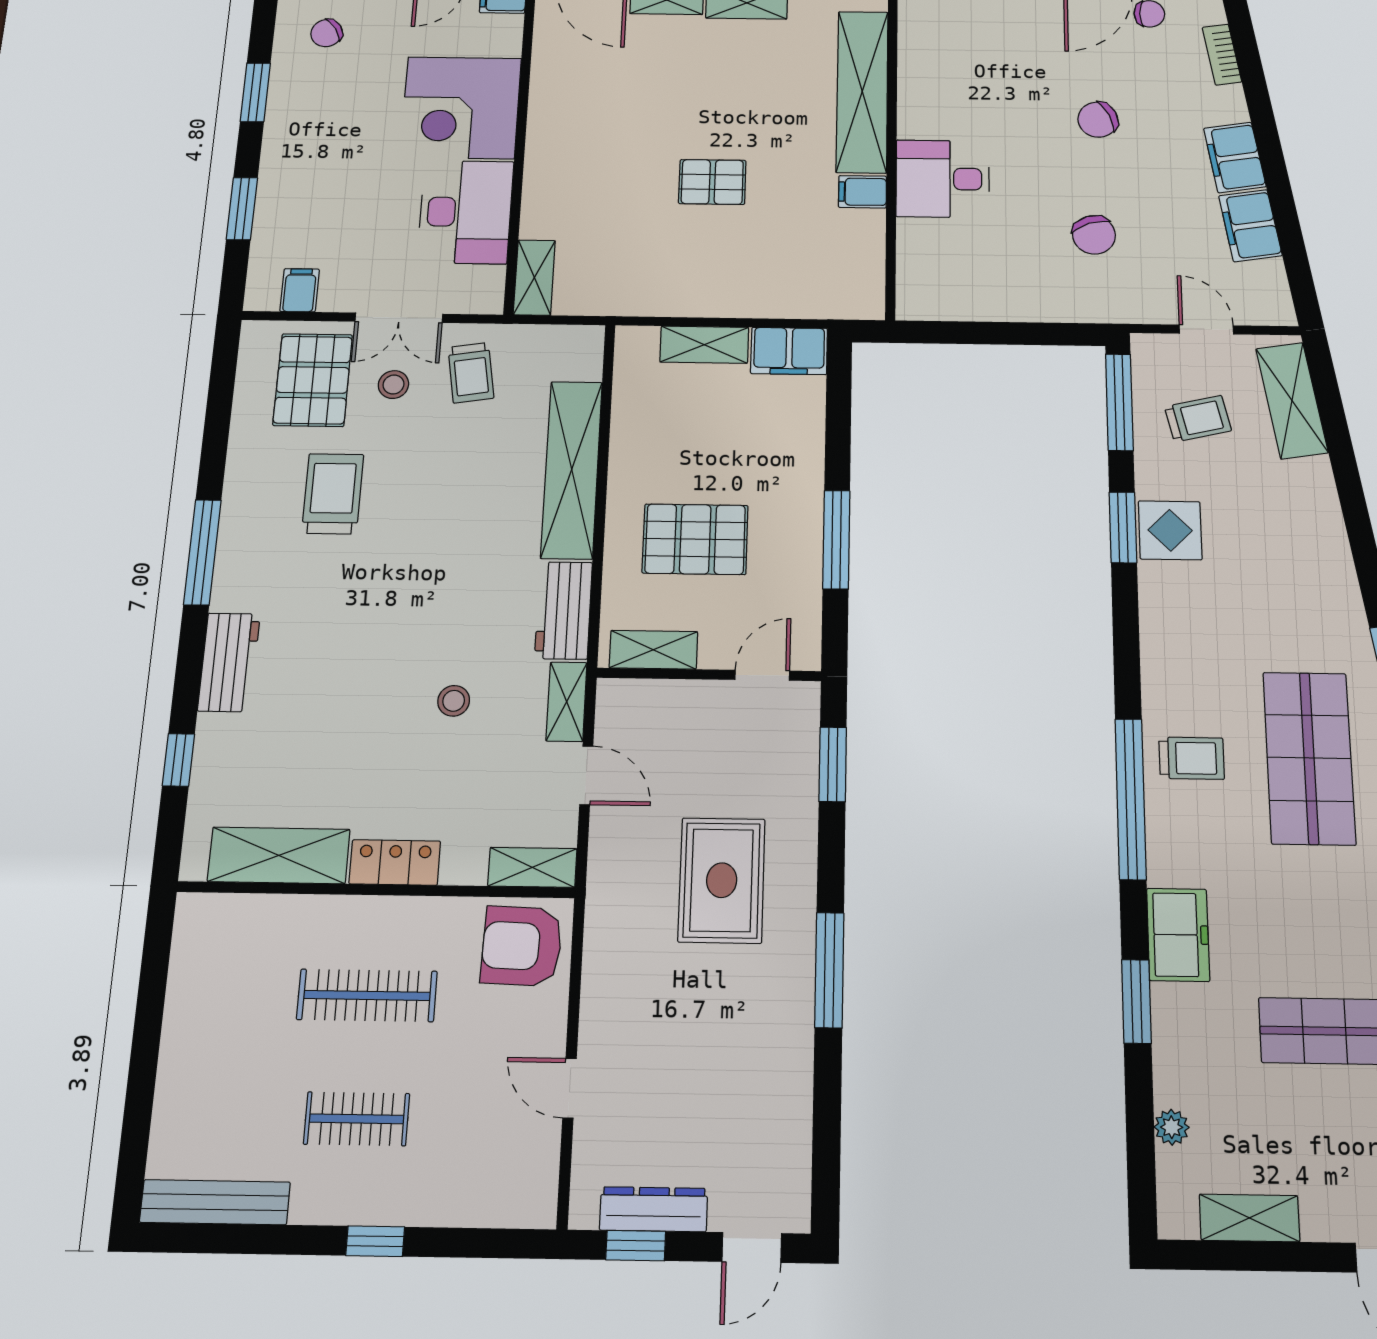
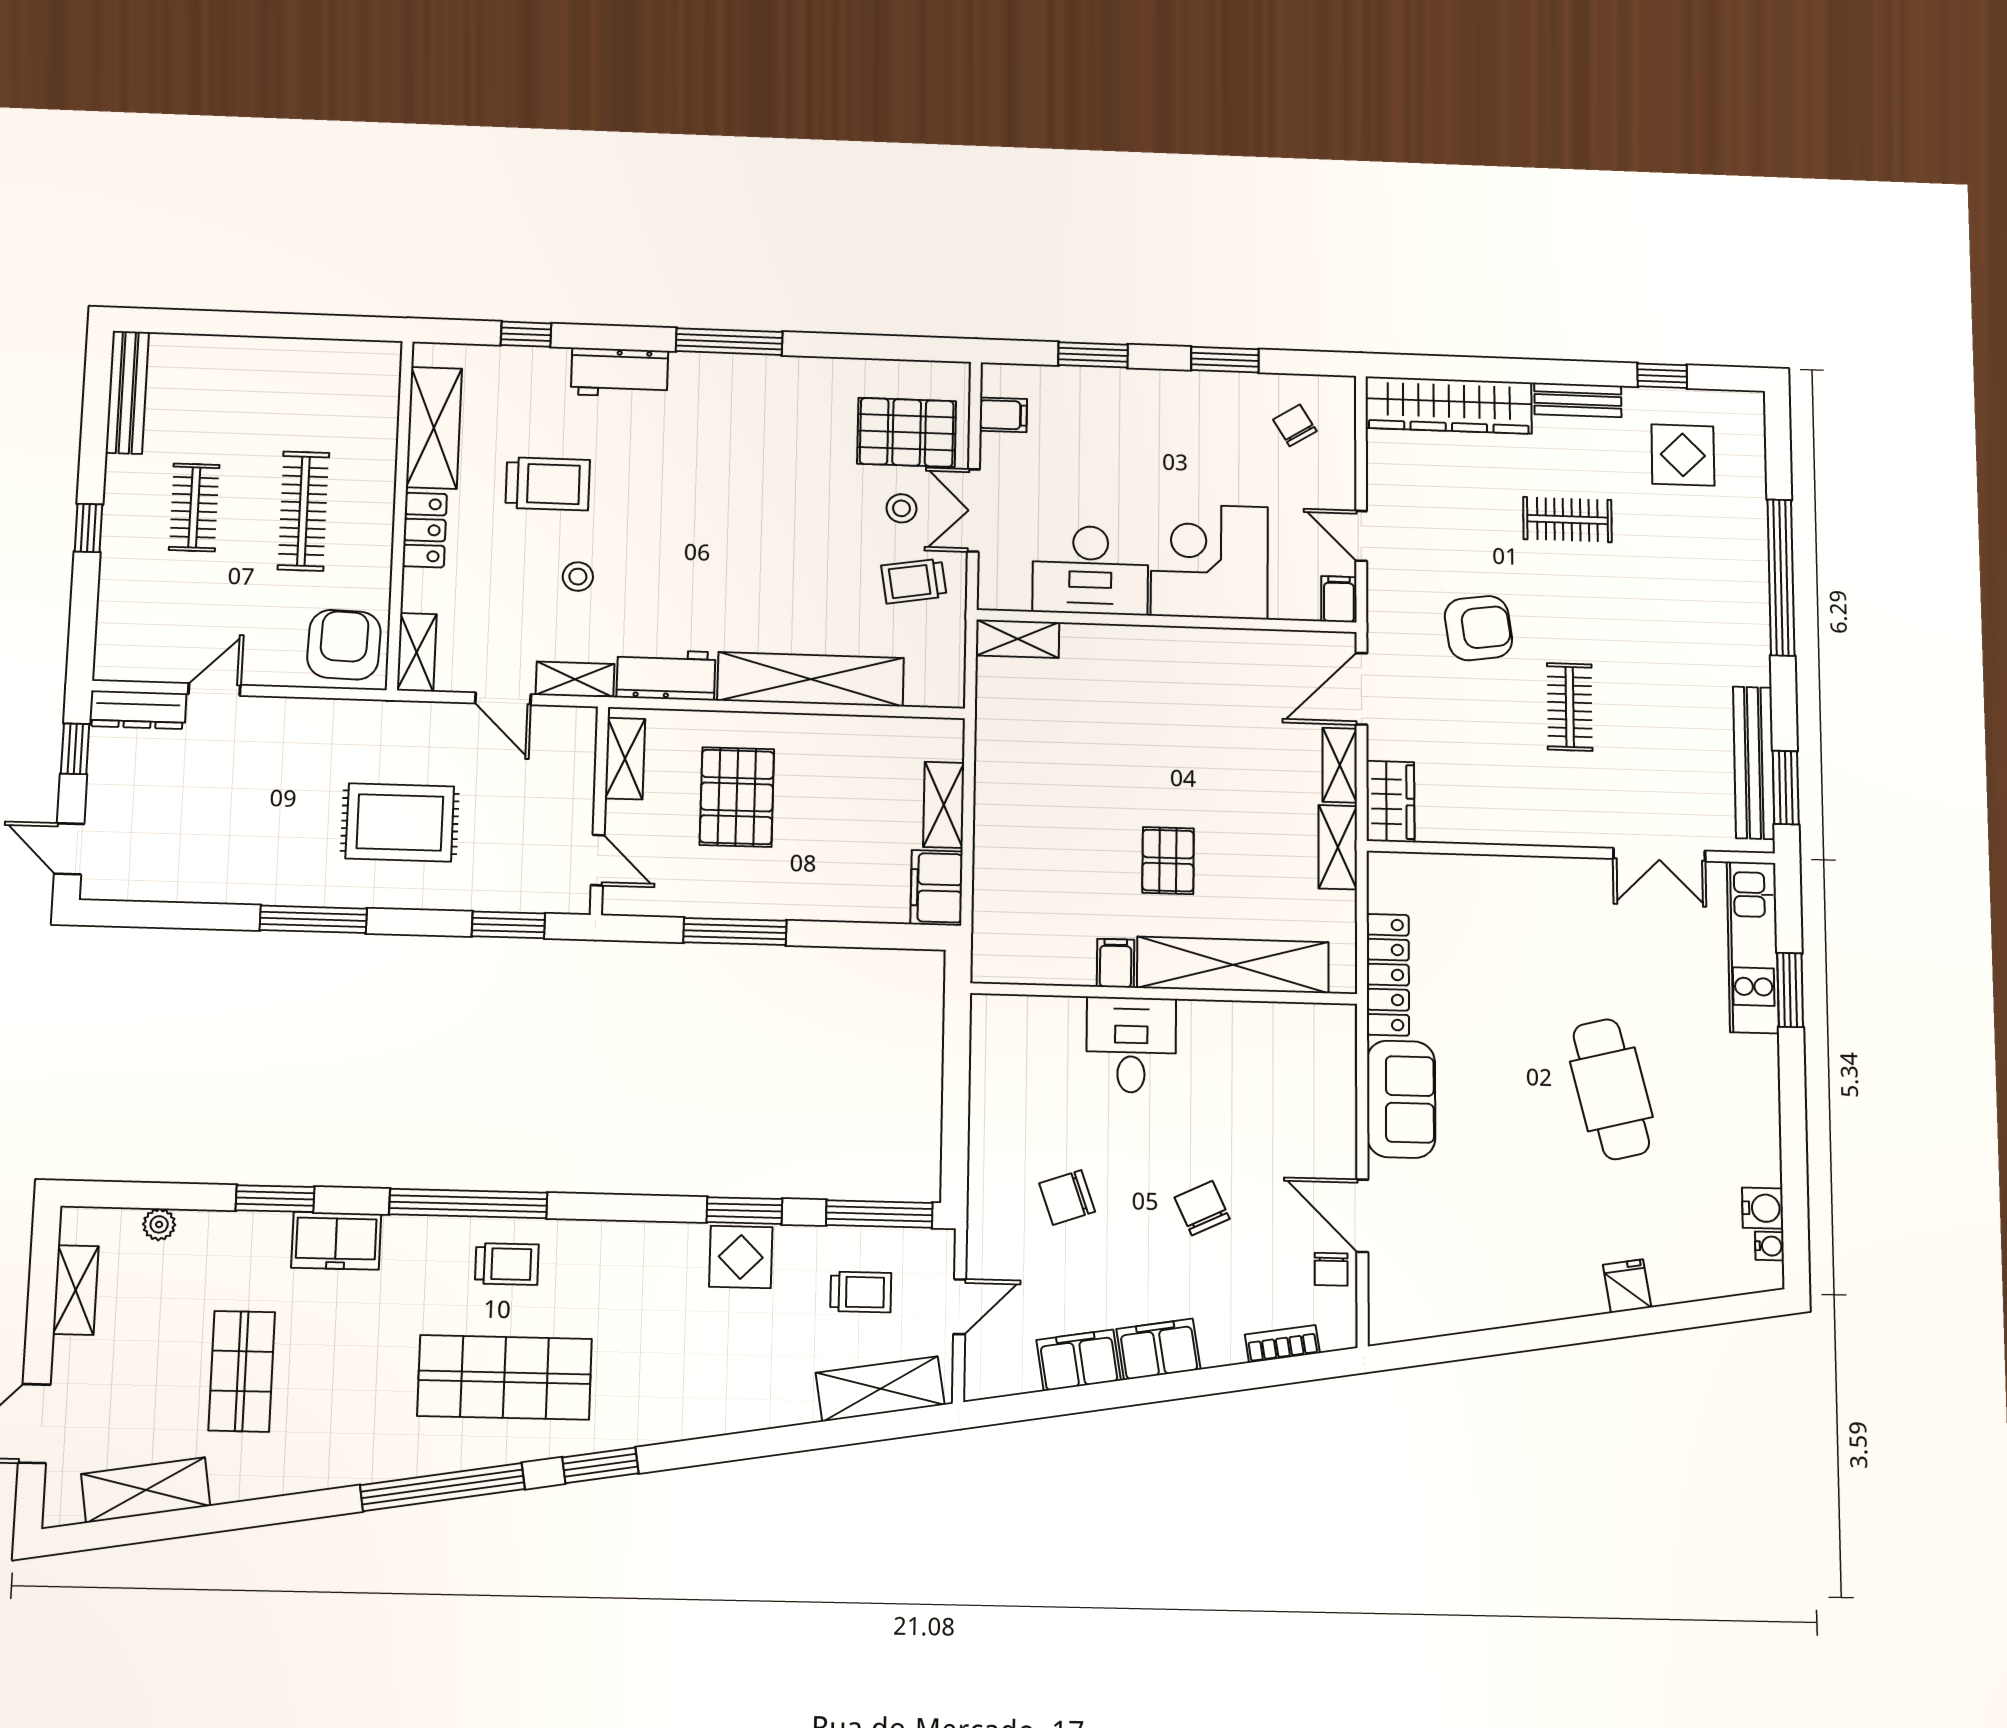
pallet: (712, 182) -> (1168, 861), moved
trolley: (1198, 419) -> (861, 1292), turned -77
trolley: (333, 494) -> (548, 484), moved
trolley: (1192, 758) -> (507, 1264), turned -90
door: (586, 775) -> (503, 699), hinge flipped
dresser: (654, 1209) -> (138, 710), moved, turned 90

